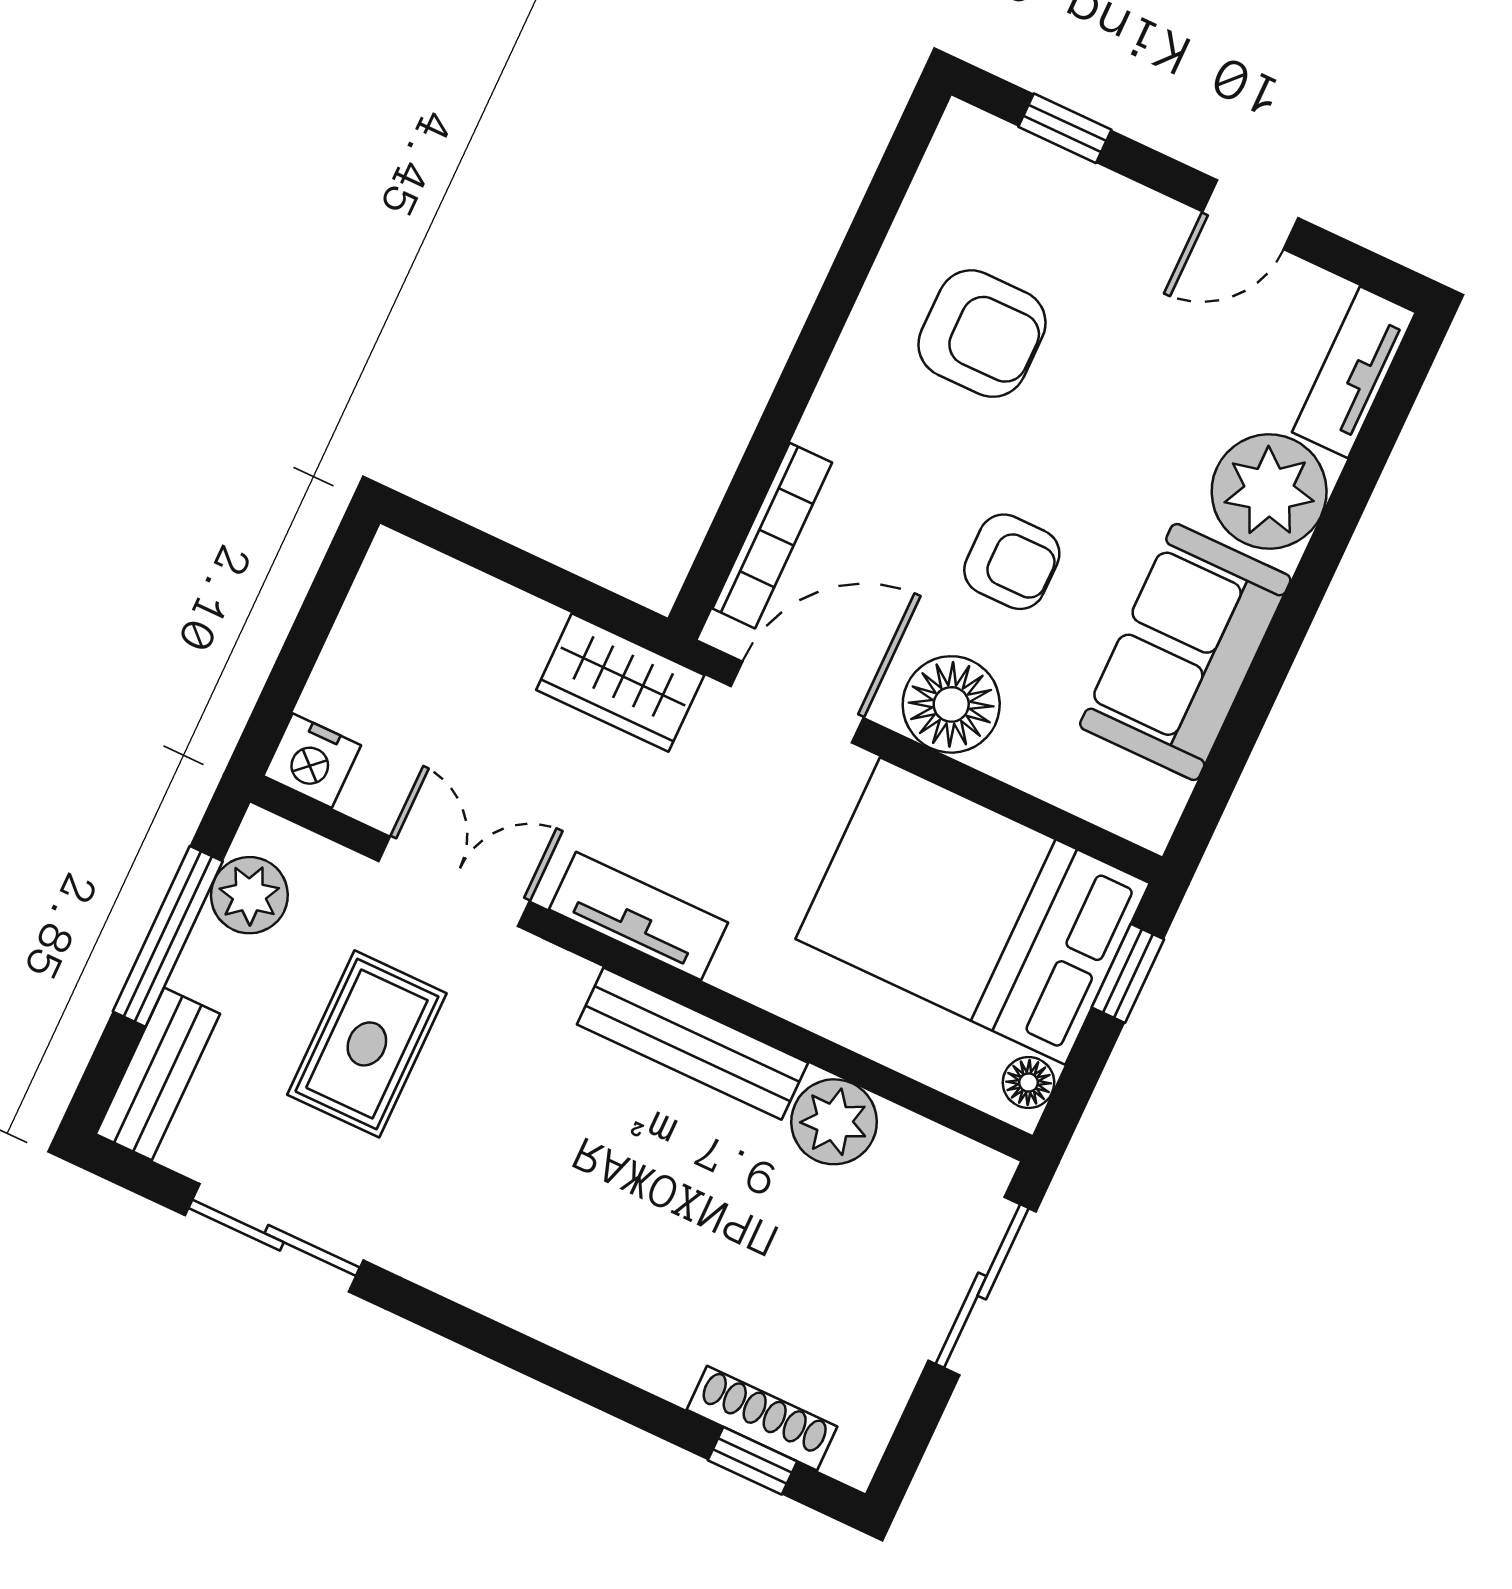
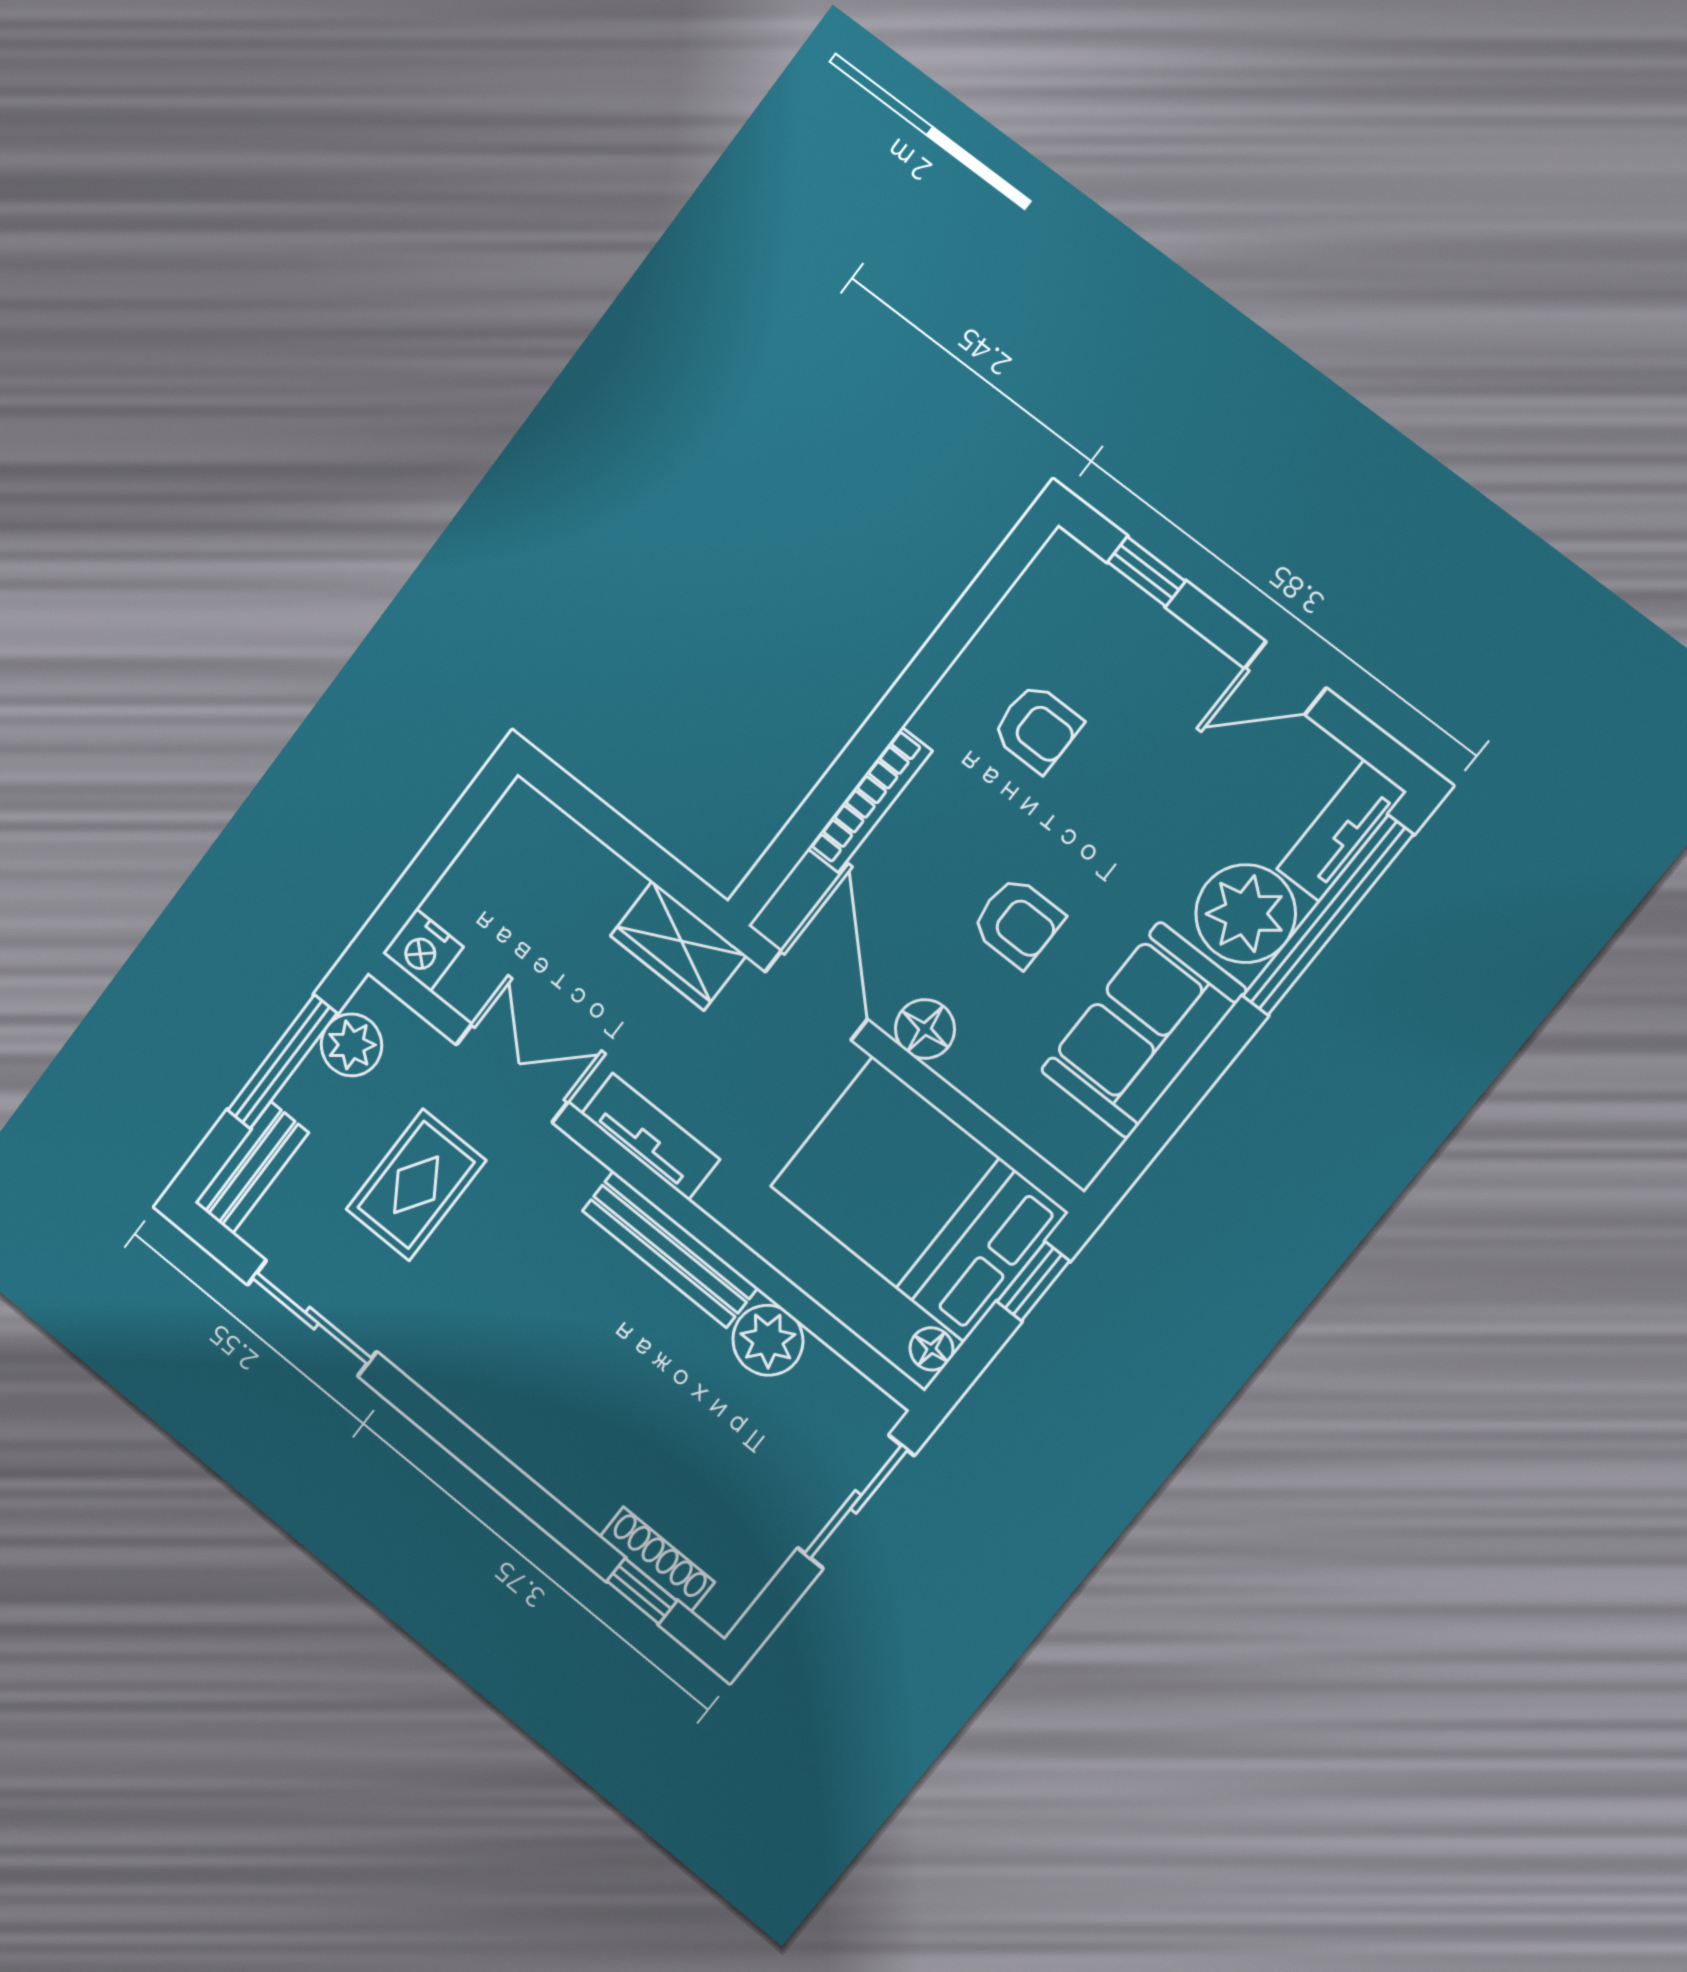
armchair: (982, 334) -> (1037, 728), width x0.72, depth x0.72
window: (1362, 472) -> (1328, 915), added
bookcase: (772, 536) -> (870, 800), moved
door: (797, 702) -> (816, 995), hinge flipped
floor lamp: (951, 704) -> (925, 1029), width x0.73, depth x0.73

